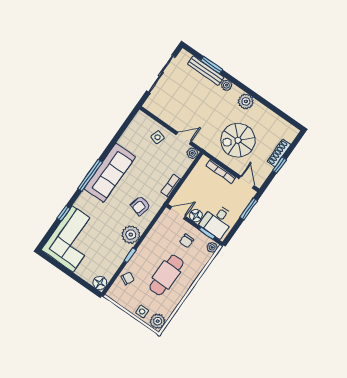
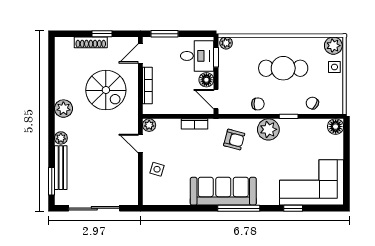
window: (212, 65) -> (52, 181), moved
chair: (186, 241) -> (258, 104), moved

